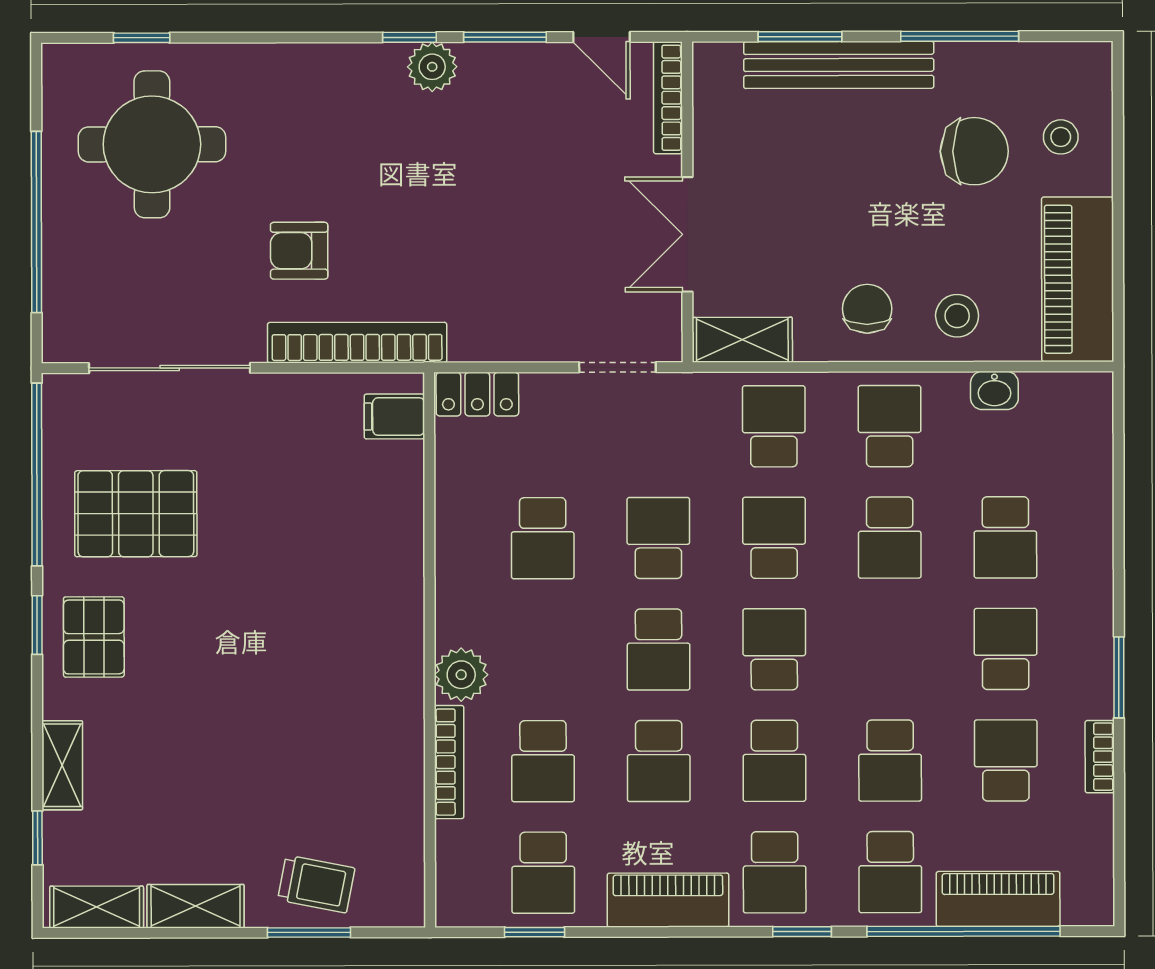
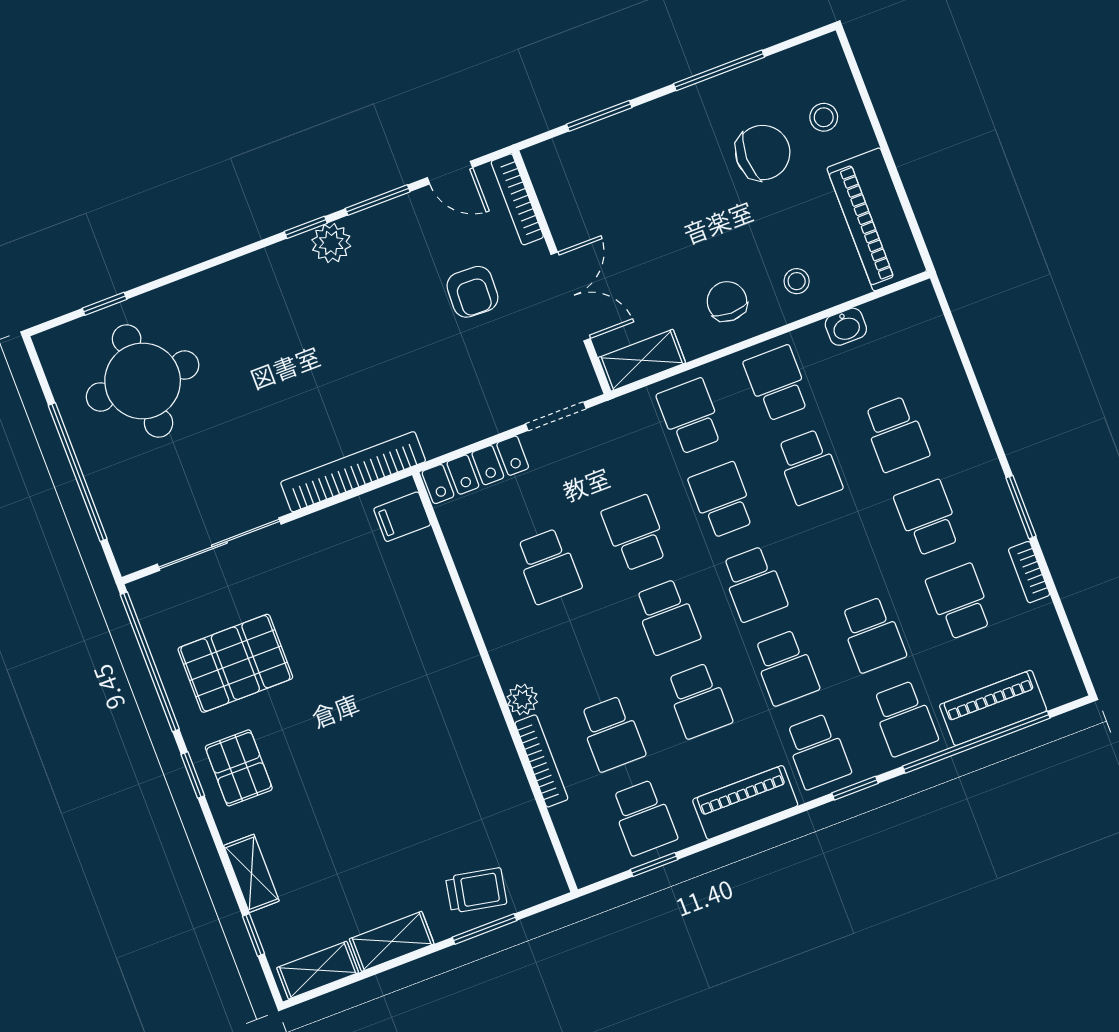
bench: (839, 65) -> (636, 126), removed
double door: (687, 234) -> (571, 296), swing flipped
armchair: (299, 251) -> (472, 292), moved, turned -88
stool: (957, 316) -> (797, 281), width x0.73, depth x0.73
locker: (477, 394) -> (475, 470), width x1.53
school desk: (774, 649) -> (754, 584), turned 180
plant: (461, 675) -> (522, 699), width x0.73, depth x0.73

